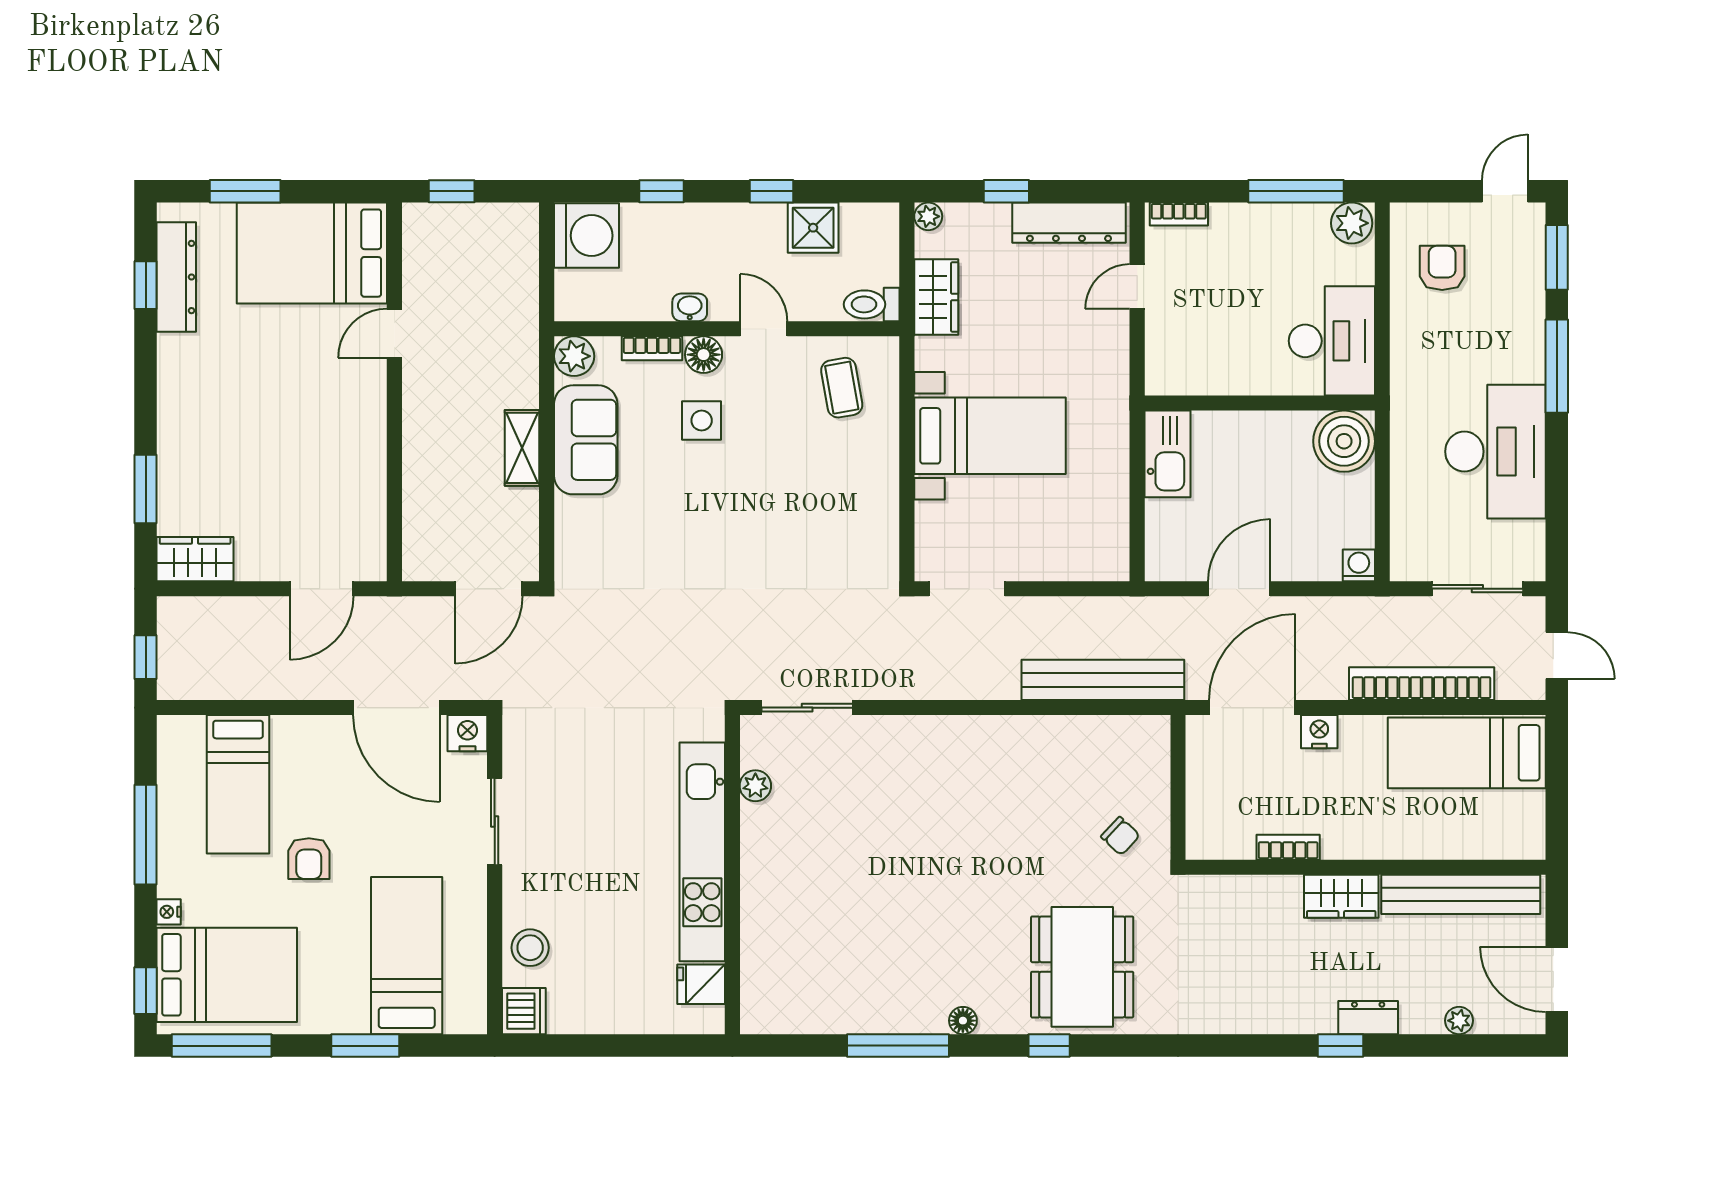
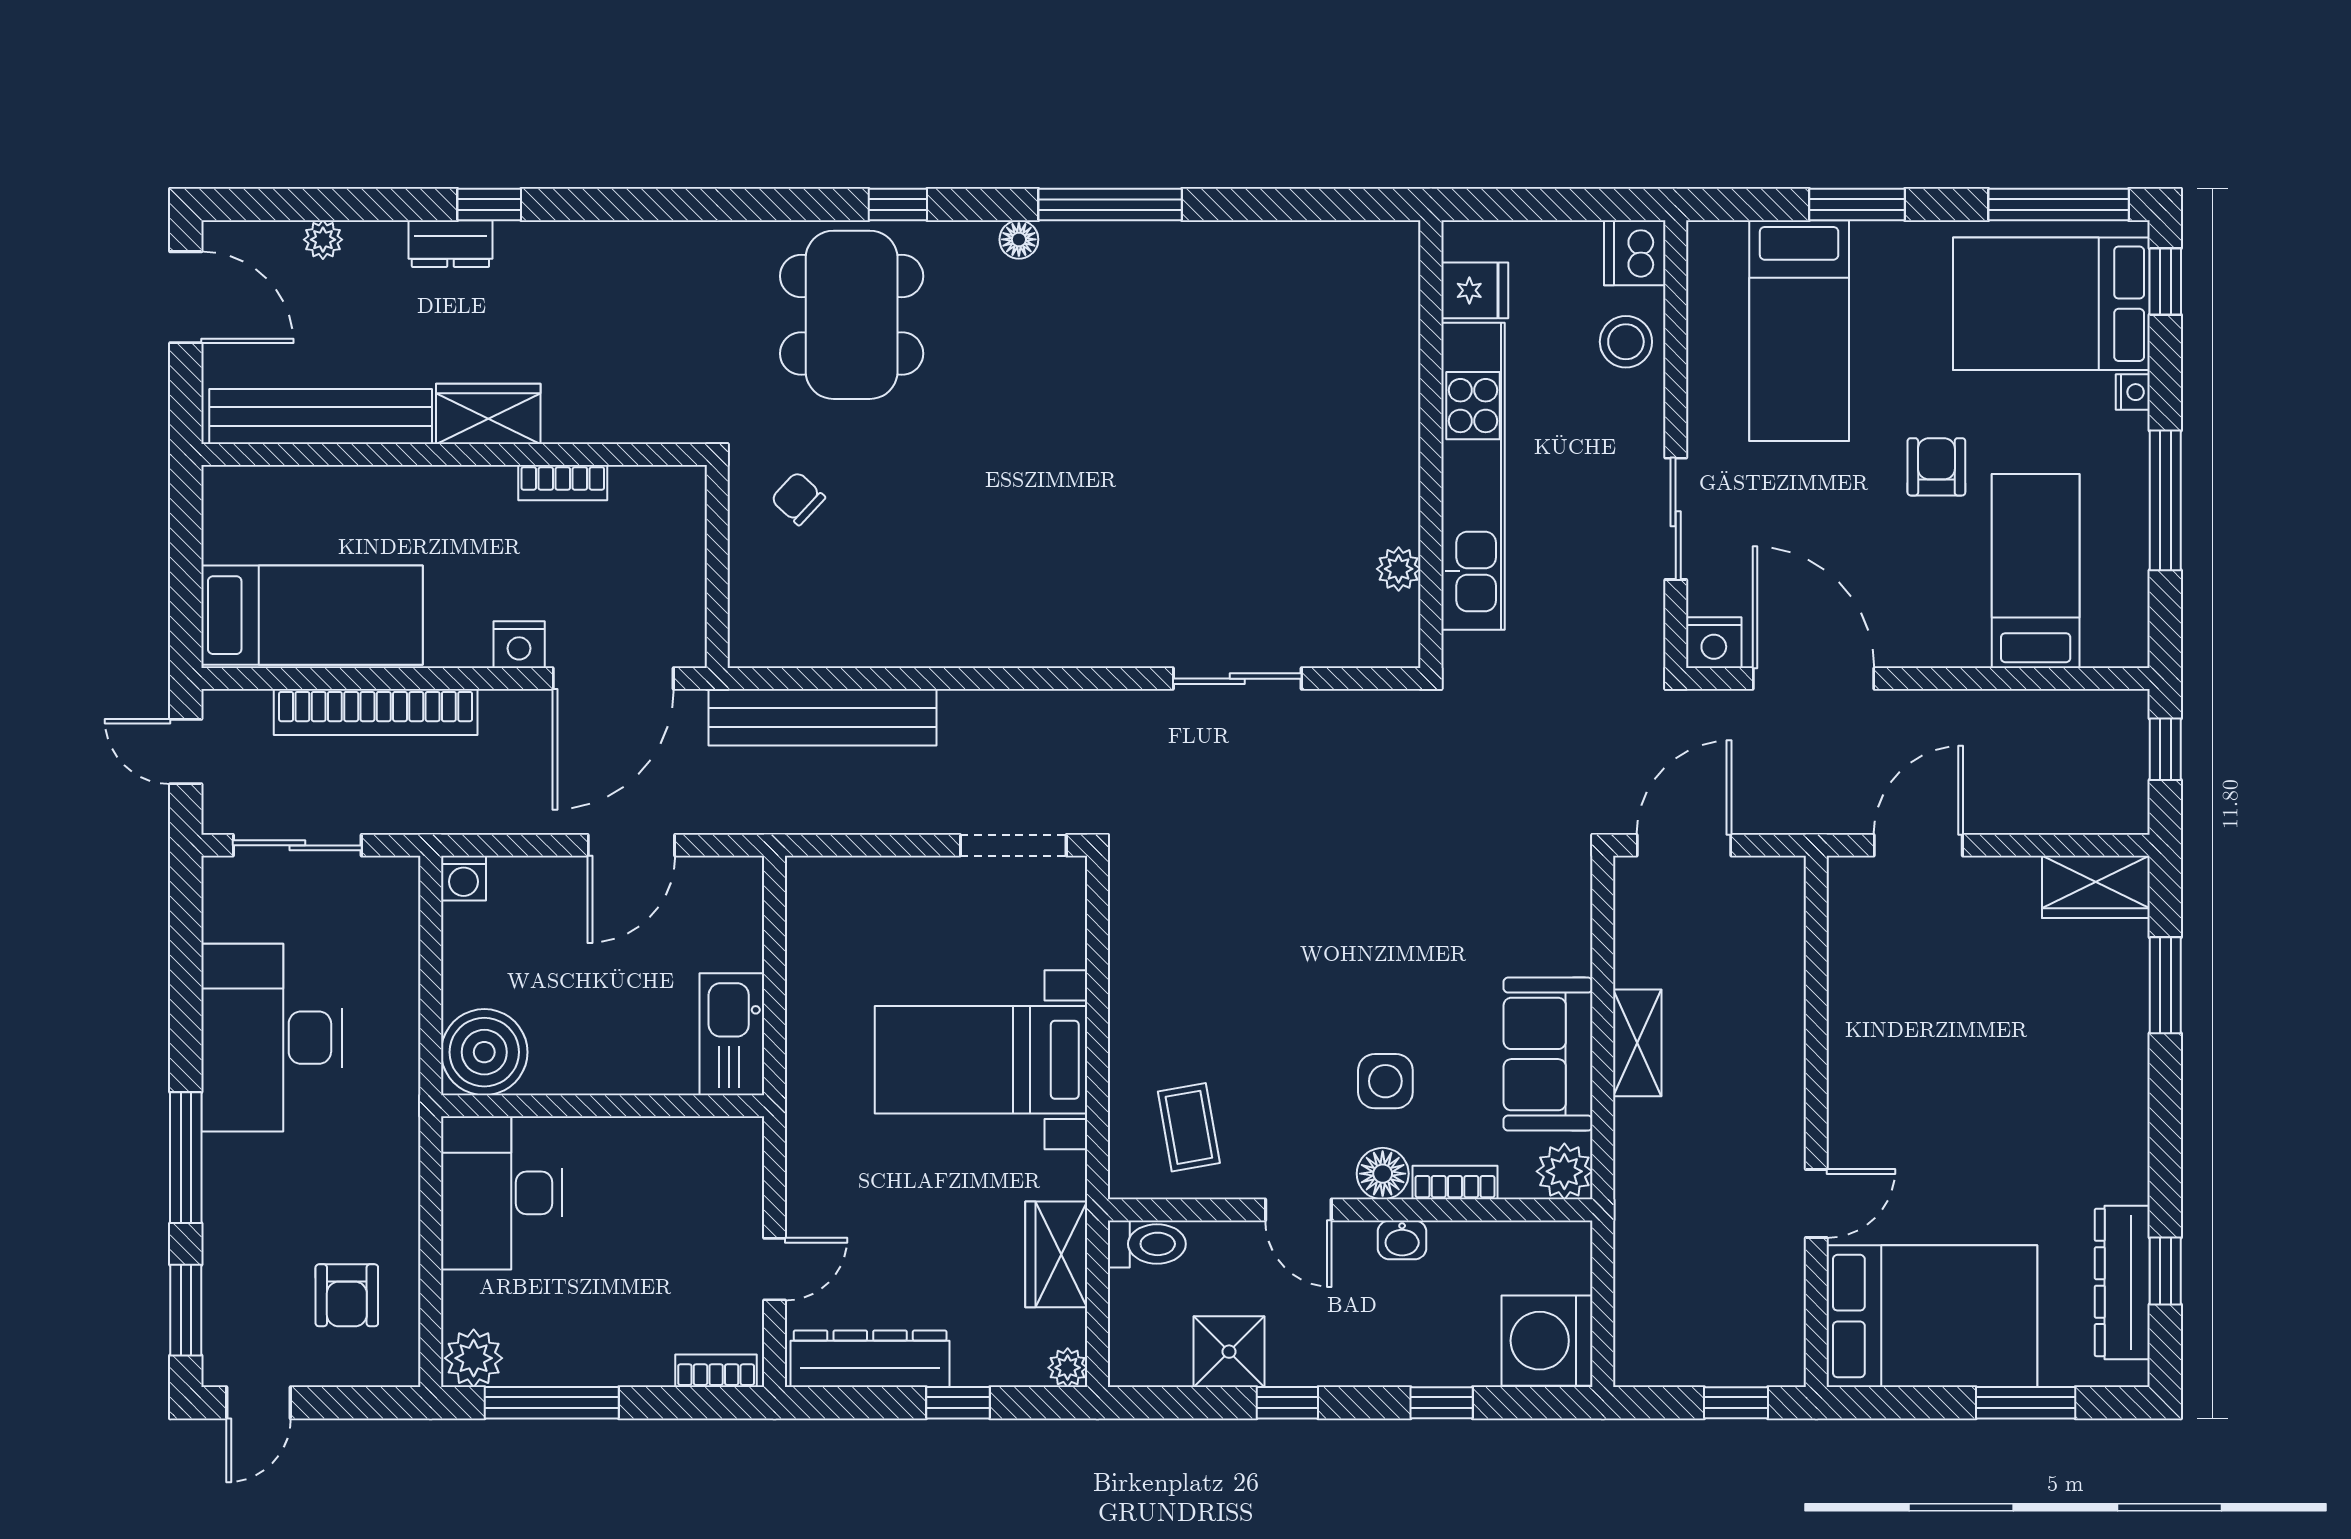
plant: (755, 786) -> (1399, 569), moved
kitchen unit: (702, 852) -> (1473, 476), moved
wall: (732, 875) -> (1431, 444), moved
fridge: (701, 984) -> (1475, 290), moved

